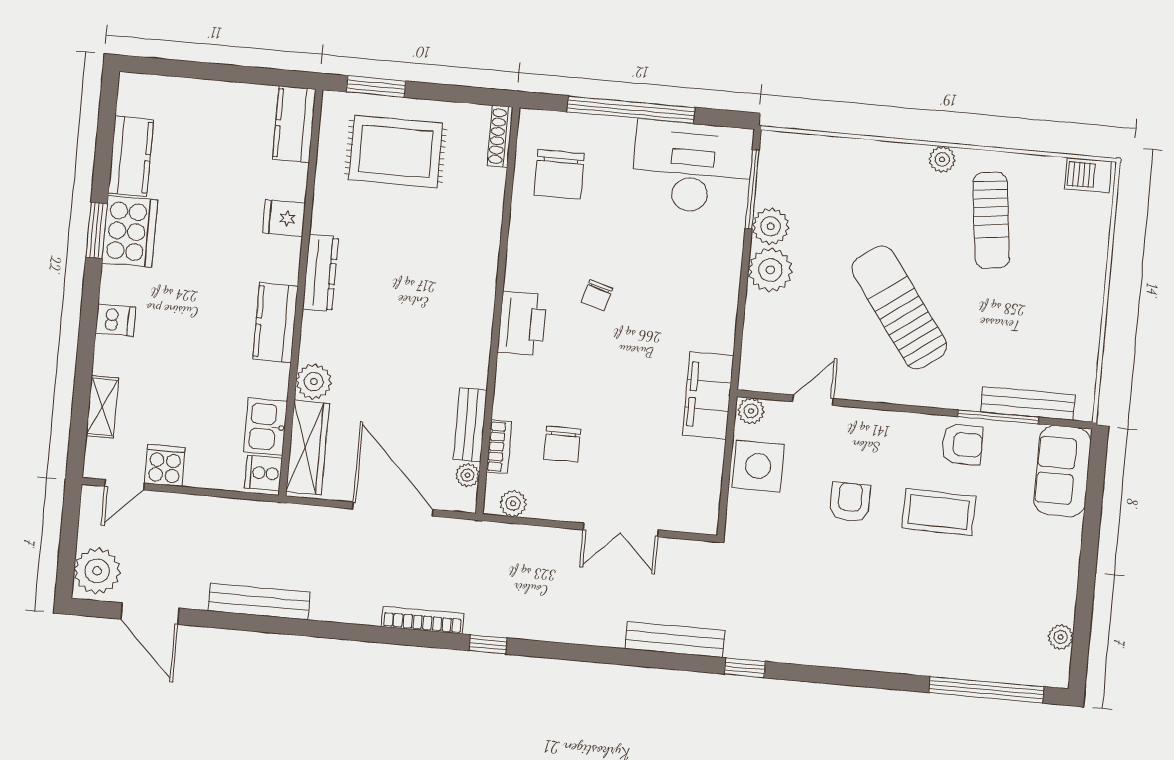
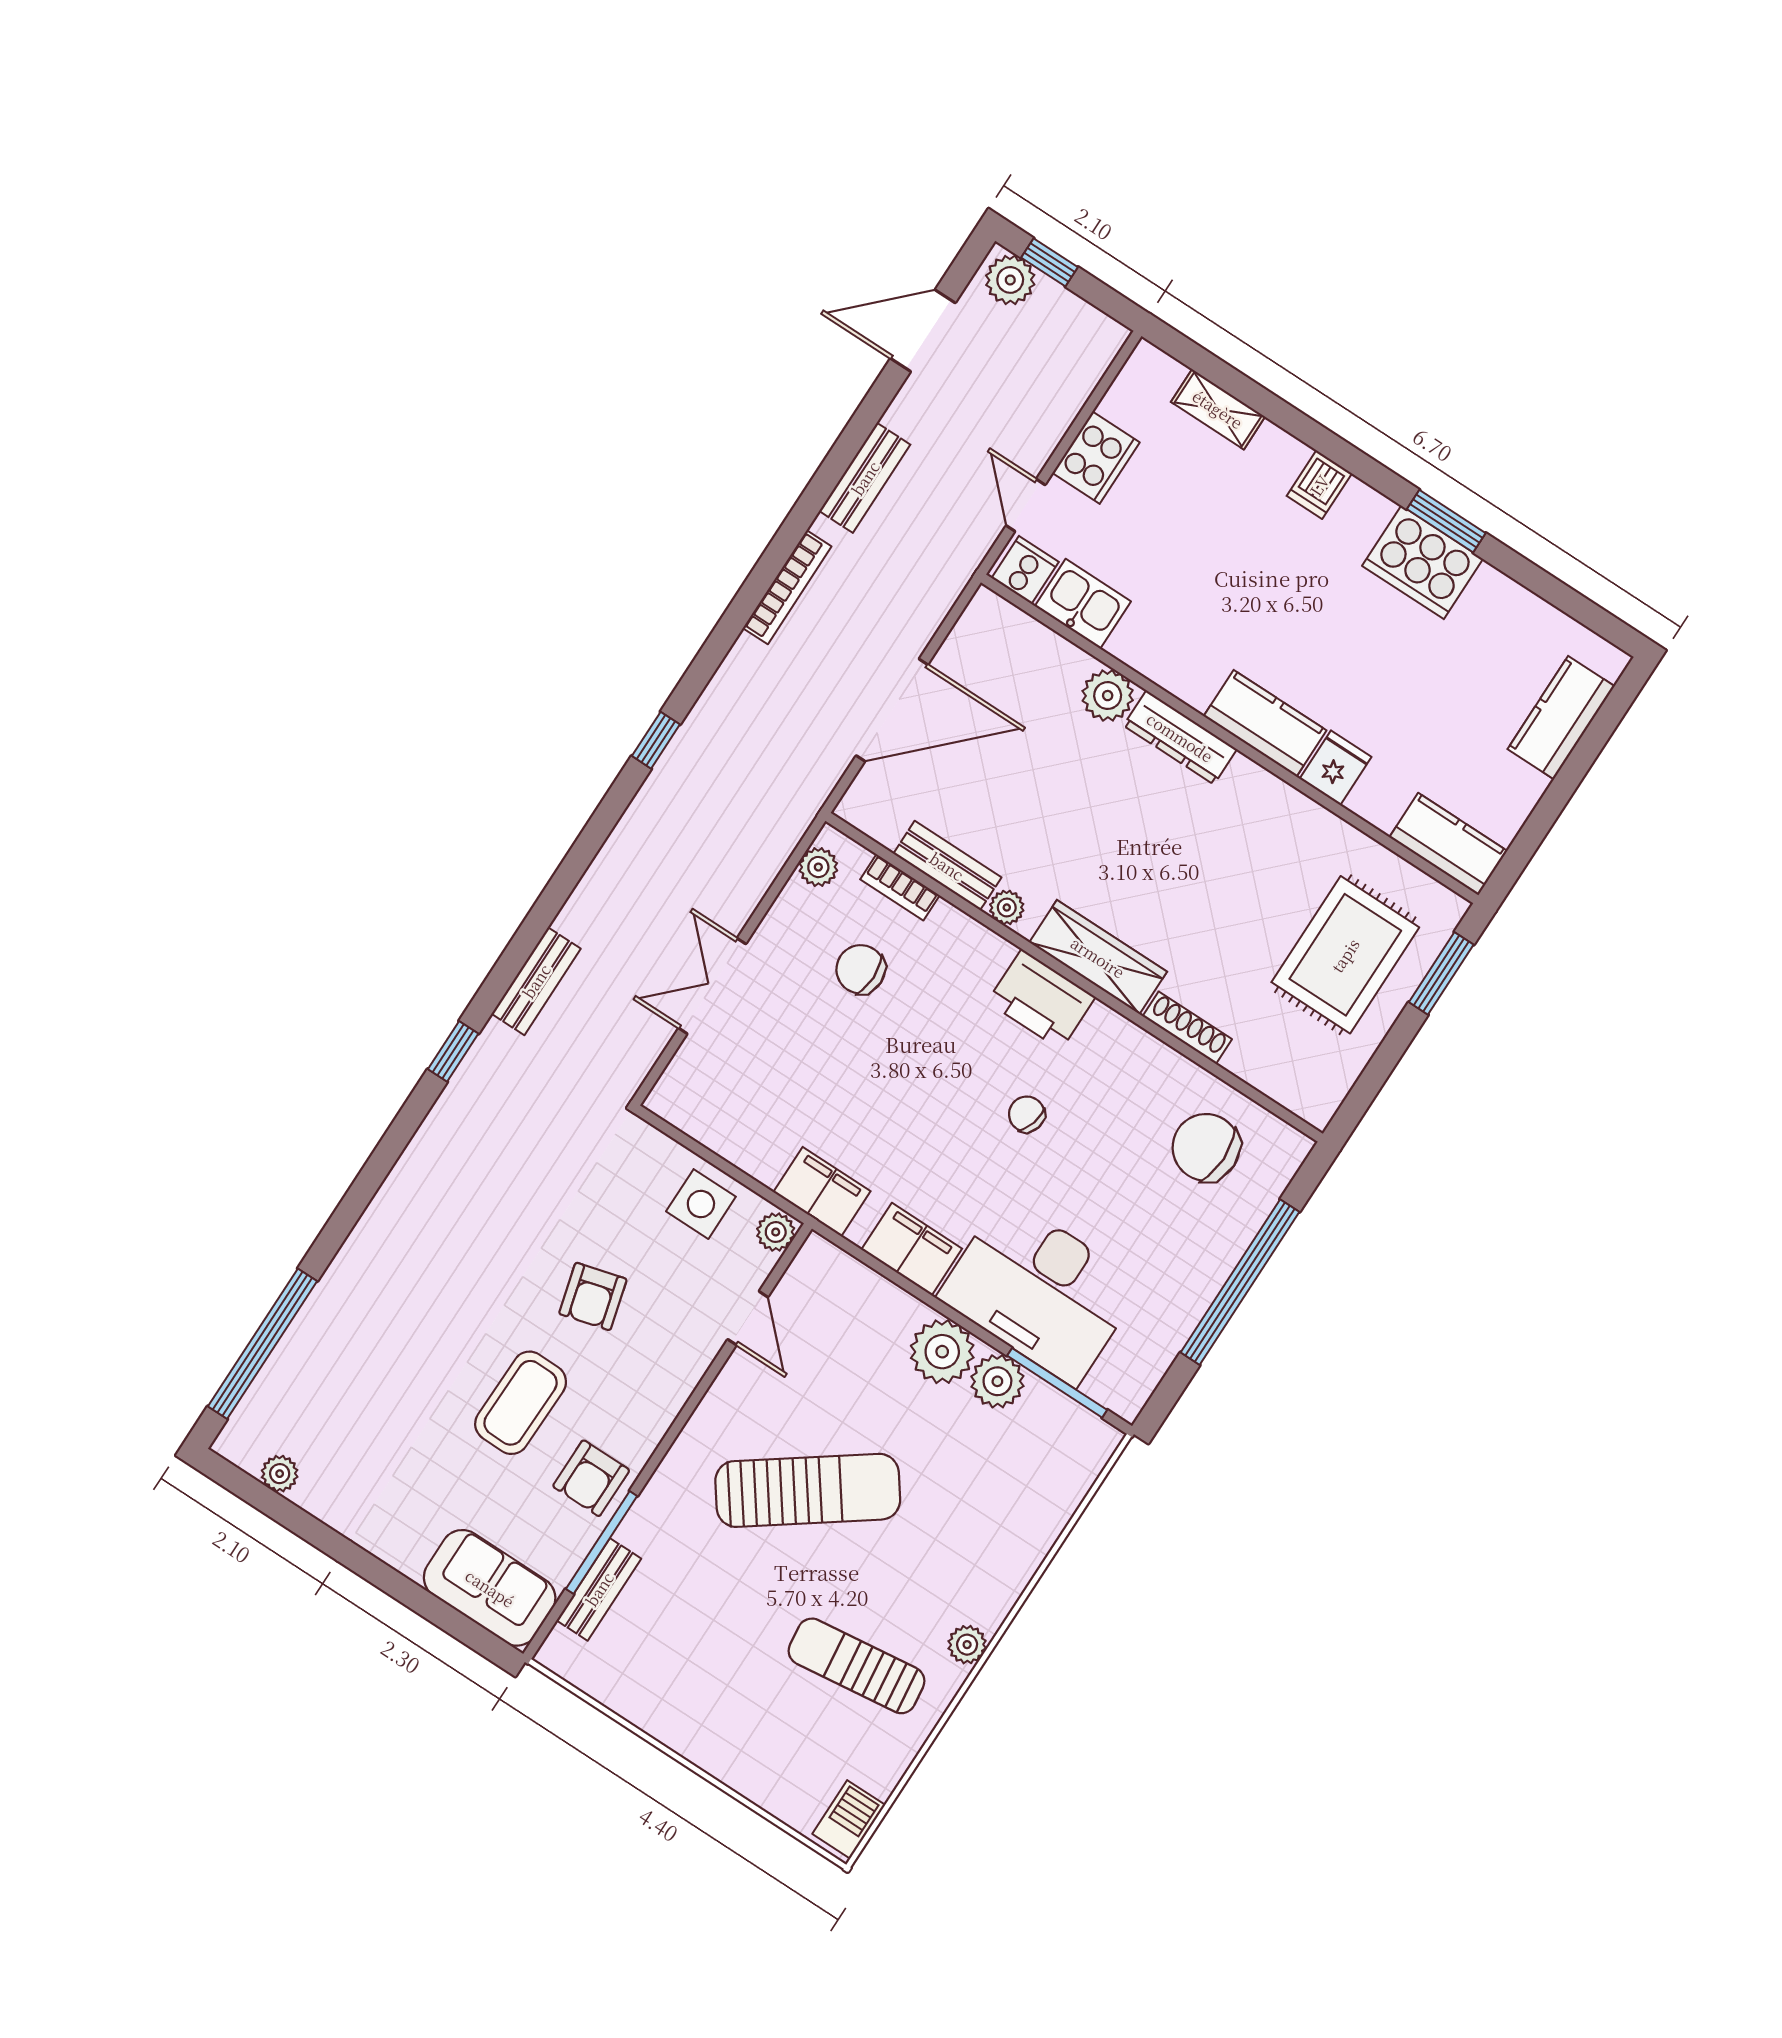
shoe rack: (500, 136) -> (1187, 1028), moved
kitchen counter: (131, 156) -> (1561, 718), moved, turned 90
desk: (692, 167) -> (1040, 1291), moved, turned 90
dresser: (320, 273) -> (1180, 737), moved
filing cabinet: (717, 322) -> (912, 1249), added
kitchen counter: (275, 323) -> (1265, 723), moved
filing cabinet: (708, 395) -> (822, 1192), width x0.67, depth x0.86
bench: (1028, 403) -> (599, 1589), width x0.73
wardrobe: (308, 447) -> (1098, 957), moved, turned 180
cooker: (165, 465) -> (1096, 458), width x1.36
side table: (758, 466) -> (701, 1204), width x0.73, depth x0.73
plant: (468, 475) -> (1007, 907), moved
door: (124, 485) -> (1026, 505), moved
armchair: (850, 502) -> (593, 1296), turned 75
window: (67, 558) -> (1049, 262), added
plant: (97, 571) -> (1010, 280), width x0.73, depth x0.73
bench: (259, 601) -> (865, 478), width x0.73
bookcase: (423, 620) -> (787, 587), moved
bench: (675, 640) -> (536, 981), width x0.73

